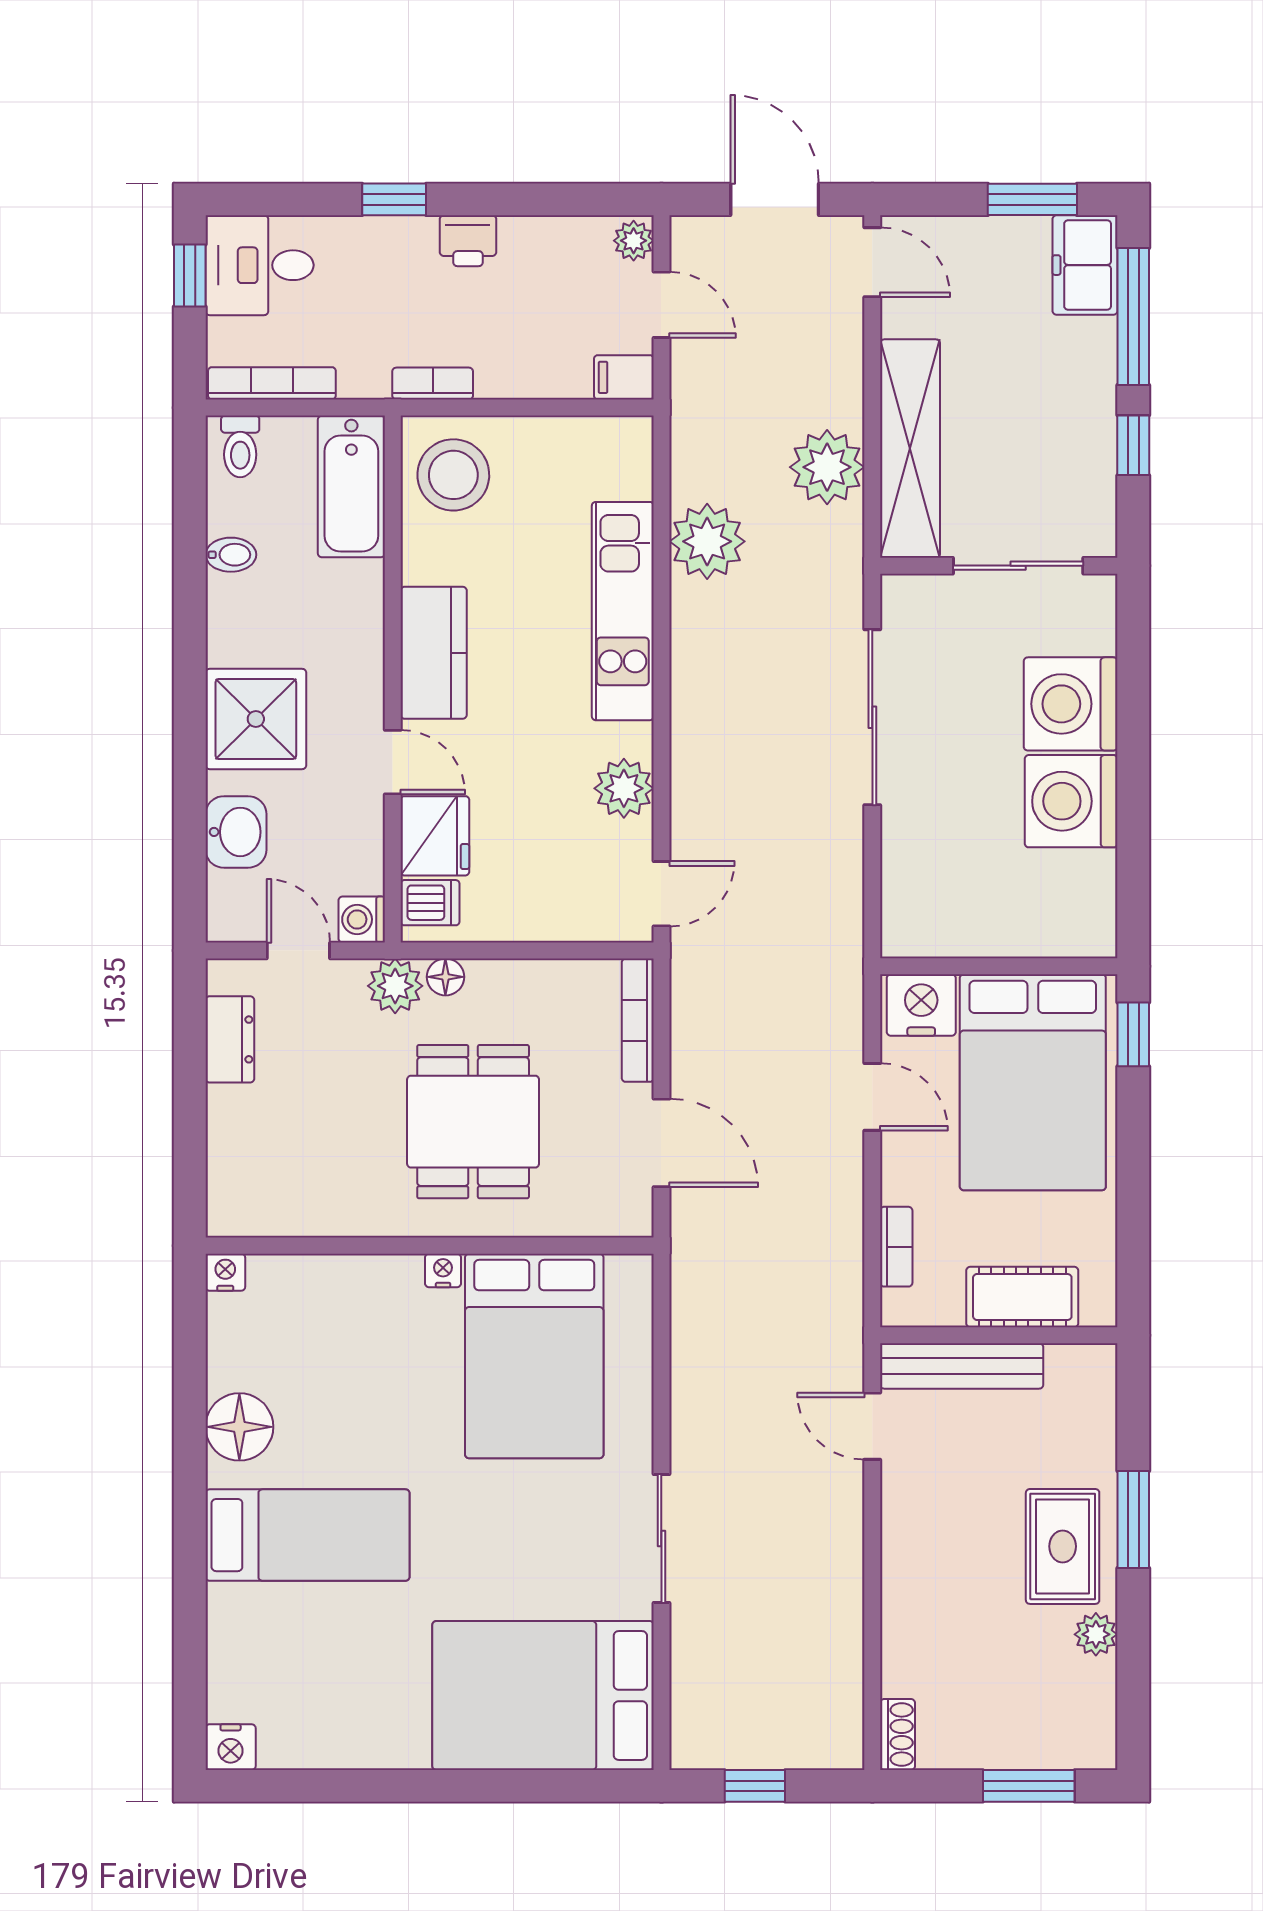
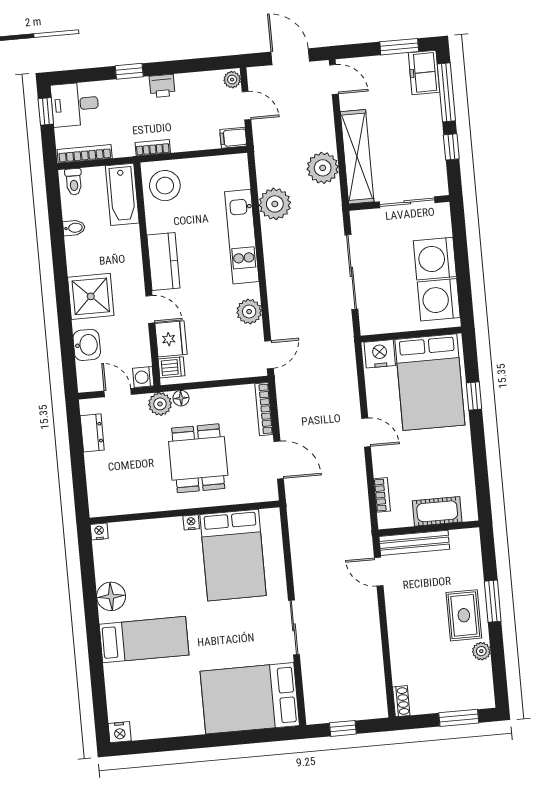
wall: (999, 966) -> (411, 334), moved
nightstand: (921, 1005) -> (380, 354), moved
bed: (1033, 1082) -> (430, 382), moved

